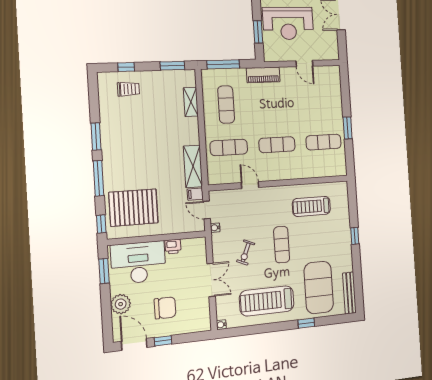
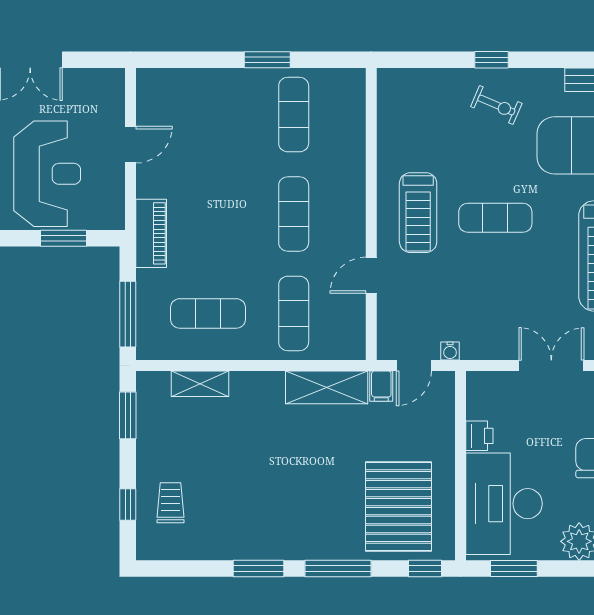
treadmill: (311, 206) -> (418, 213), moved
exercise bike: (246, 252) -> (496, 105), moved

